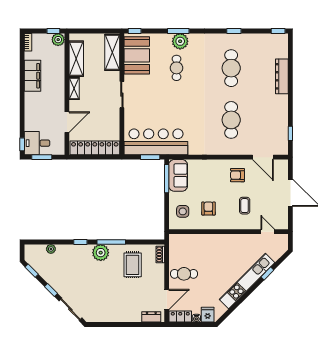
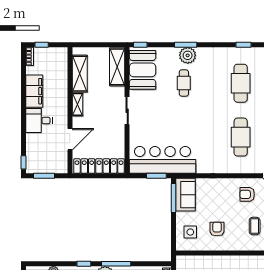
window: (53, 31) -> (42, 45), moved
plant: (58, 40) -> (61, 54), removed
desk: (37, 143) -> (39, 120), moved

